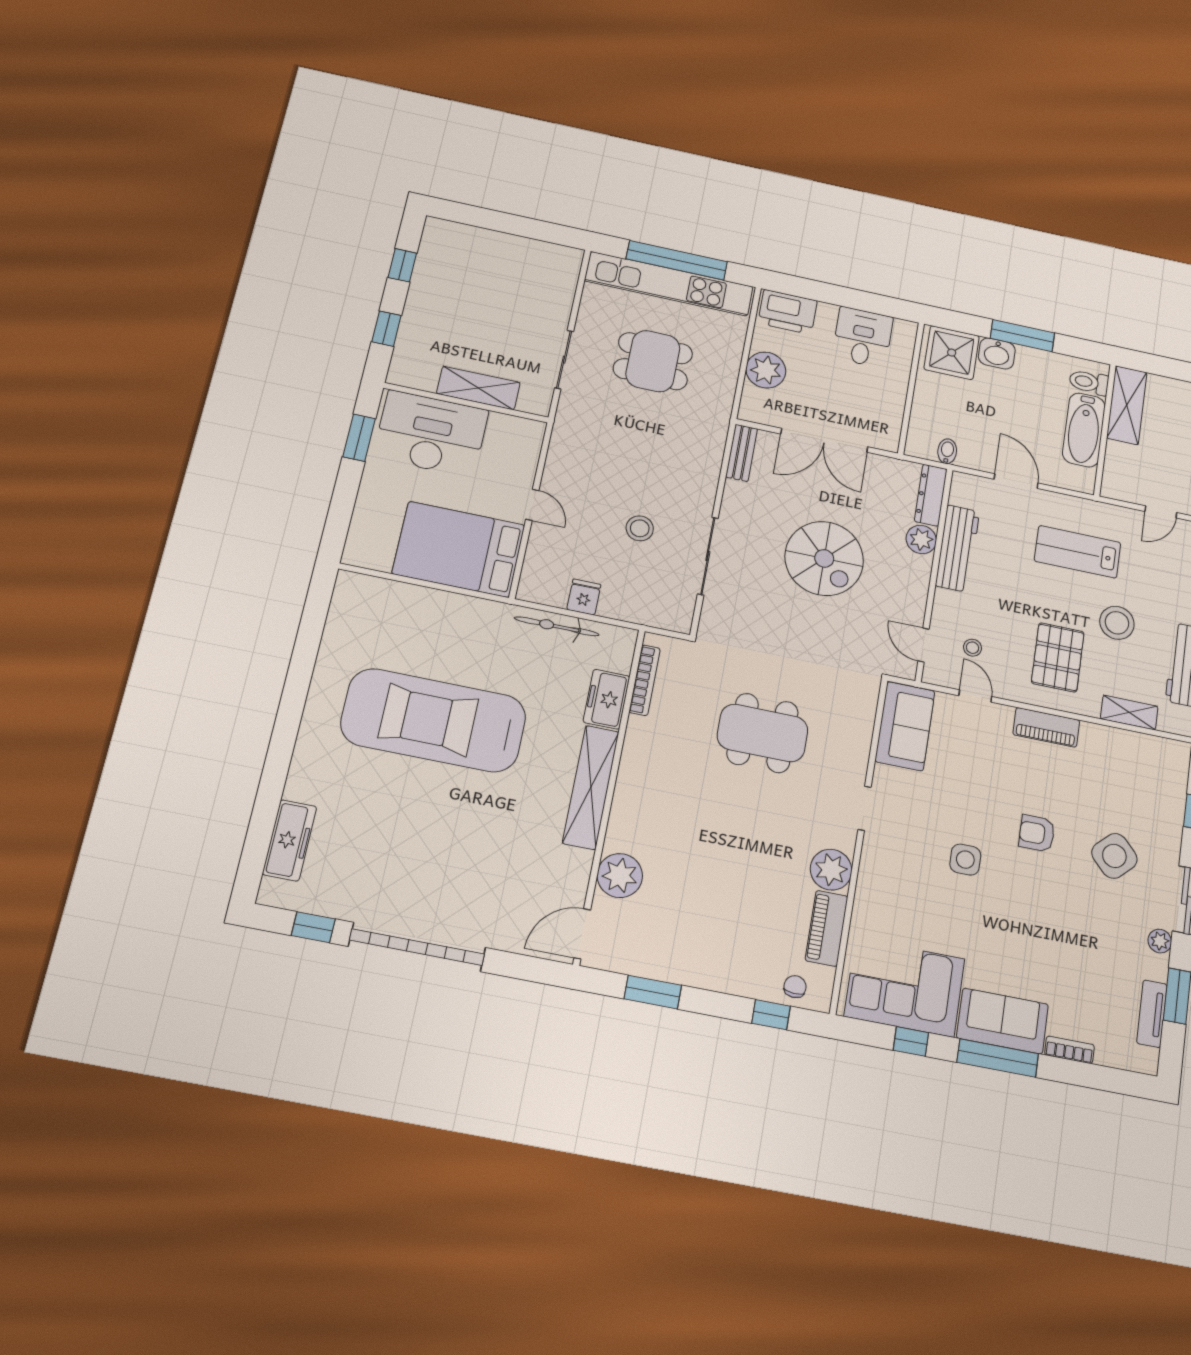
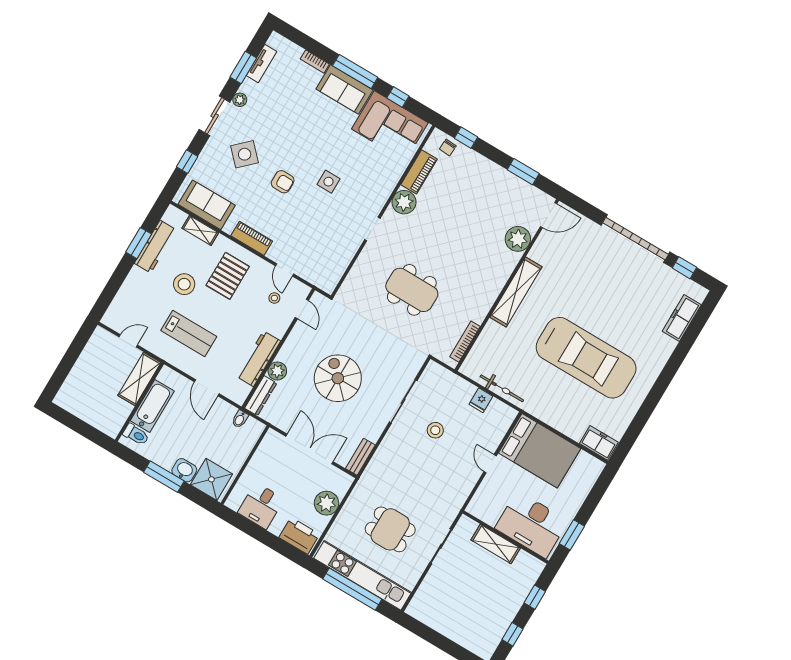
shelving: (1127, 405) -> (139, 379), moved
freezer: (607, 699) -> (599, 443), moved, turned -90
sofa: (905, 726) -> (207, 205), moved, turned 90

